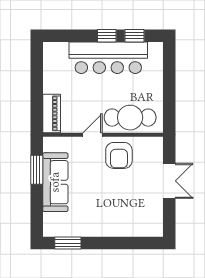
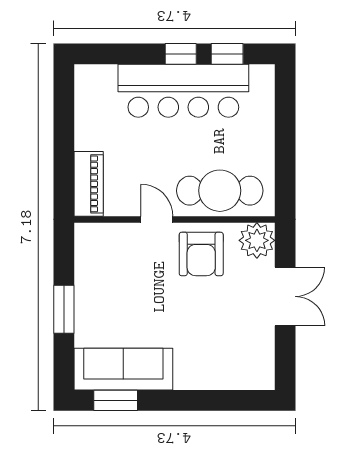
door: (92, 135) -> (157, 219), hinge flipped
plant: (152, 147) -> (257, 240), added
window: (37, 170) -> (64, 309), moved
sofa: (55, 182) -> (123, 369), moved, turned -90

